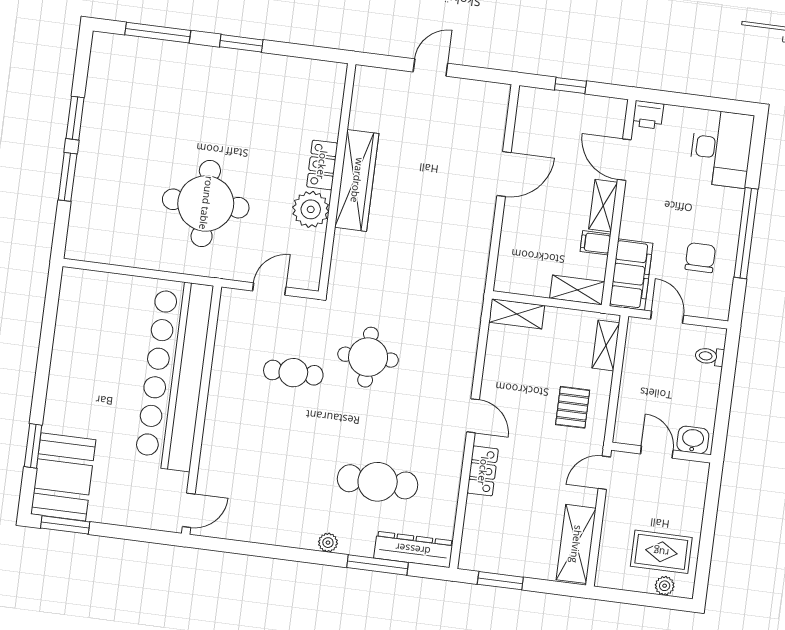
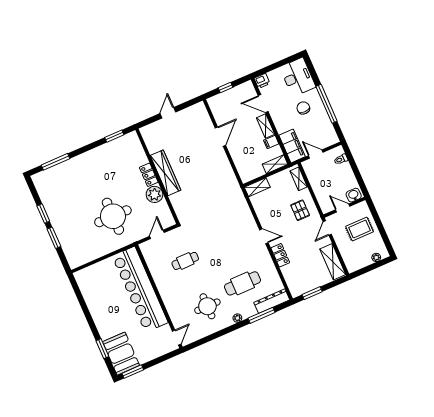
window: (241, 43) -> (114, 136), moved
chair: (700, 258) -> (303, 108), moved
round table: (368, 357) -> (207, 306), moved
rug: (661, 552) -> (360, 229), moved

